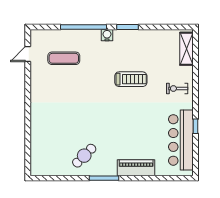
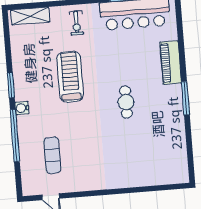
treadmill: (131, 79) -> (70, 77), width x1.37, depth x1.38
cafe table: (84, 156) -> (126, 102), moved, turned 45

